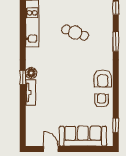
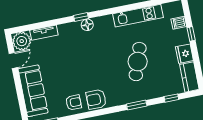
cafe table: (75, 33) -> (138, 62), width x1.37, depth x1.35
tv unit: (31, 92) -> (44, 33), moved
plant: (34, 138) -> (22, 41), added

